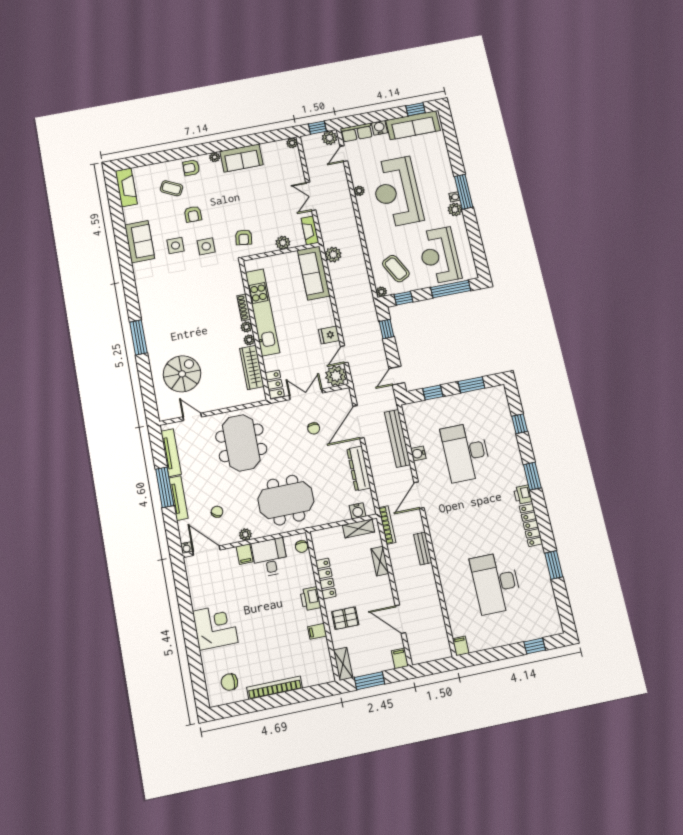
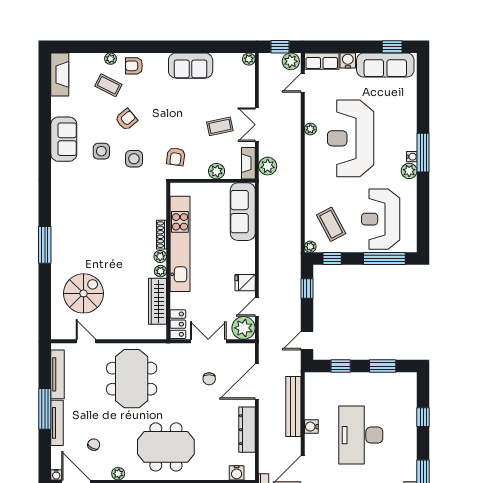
plant: (215, 157) -> (110, 59), moved
coffee table: (278, 204) -> (220, 126), added
armchair: (193, 214) -> (126, 119), turned -130
plant: (333, 255) -> (268, 166), moved

